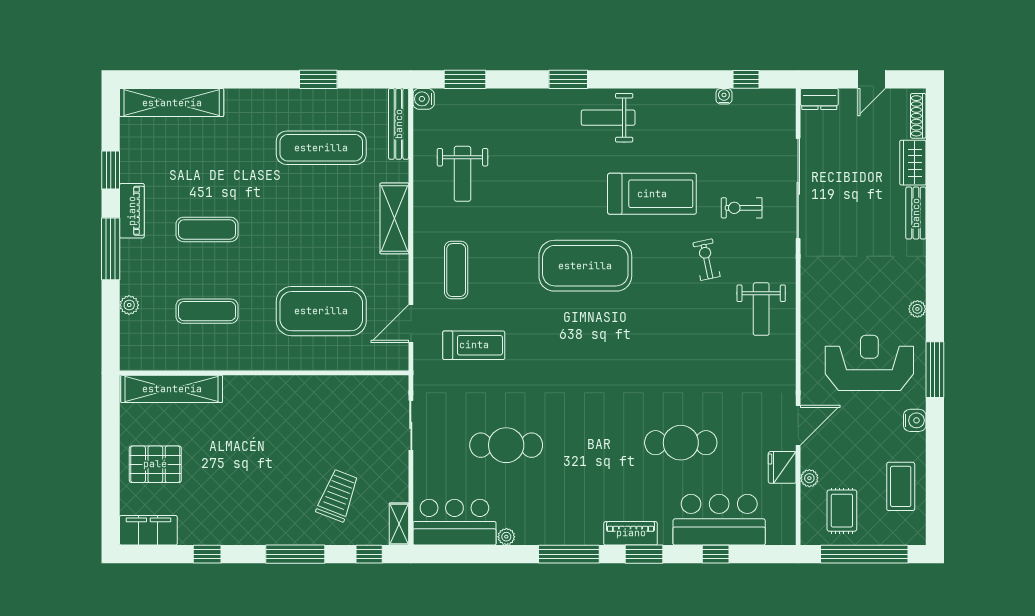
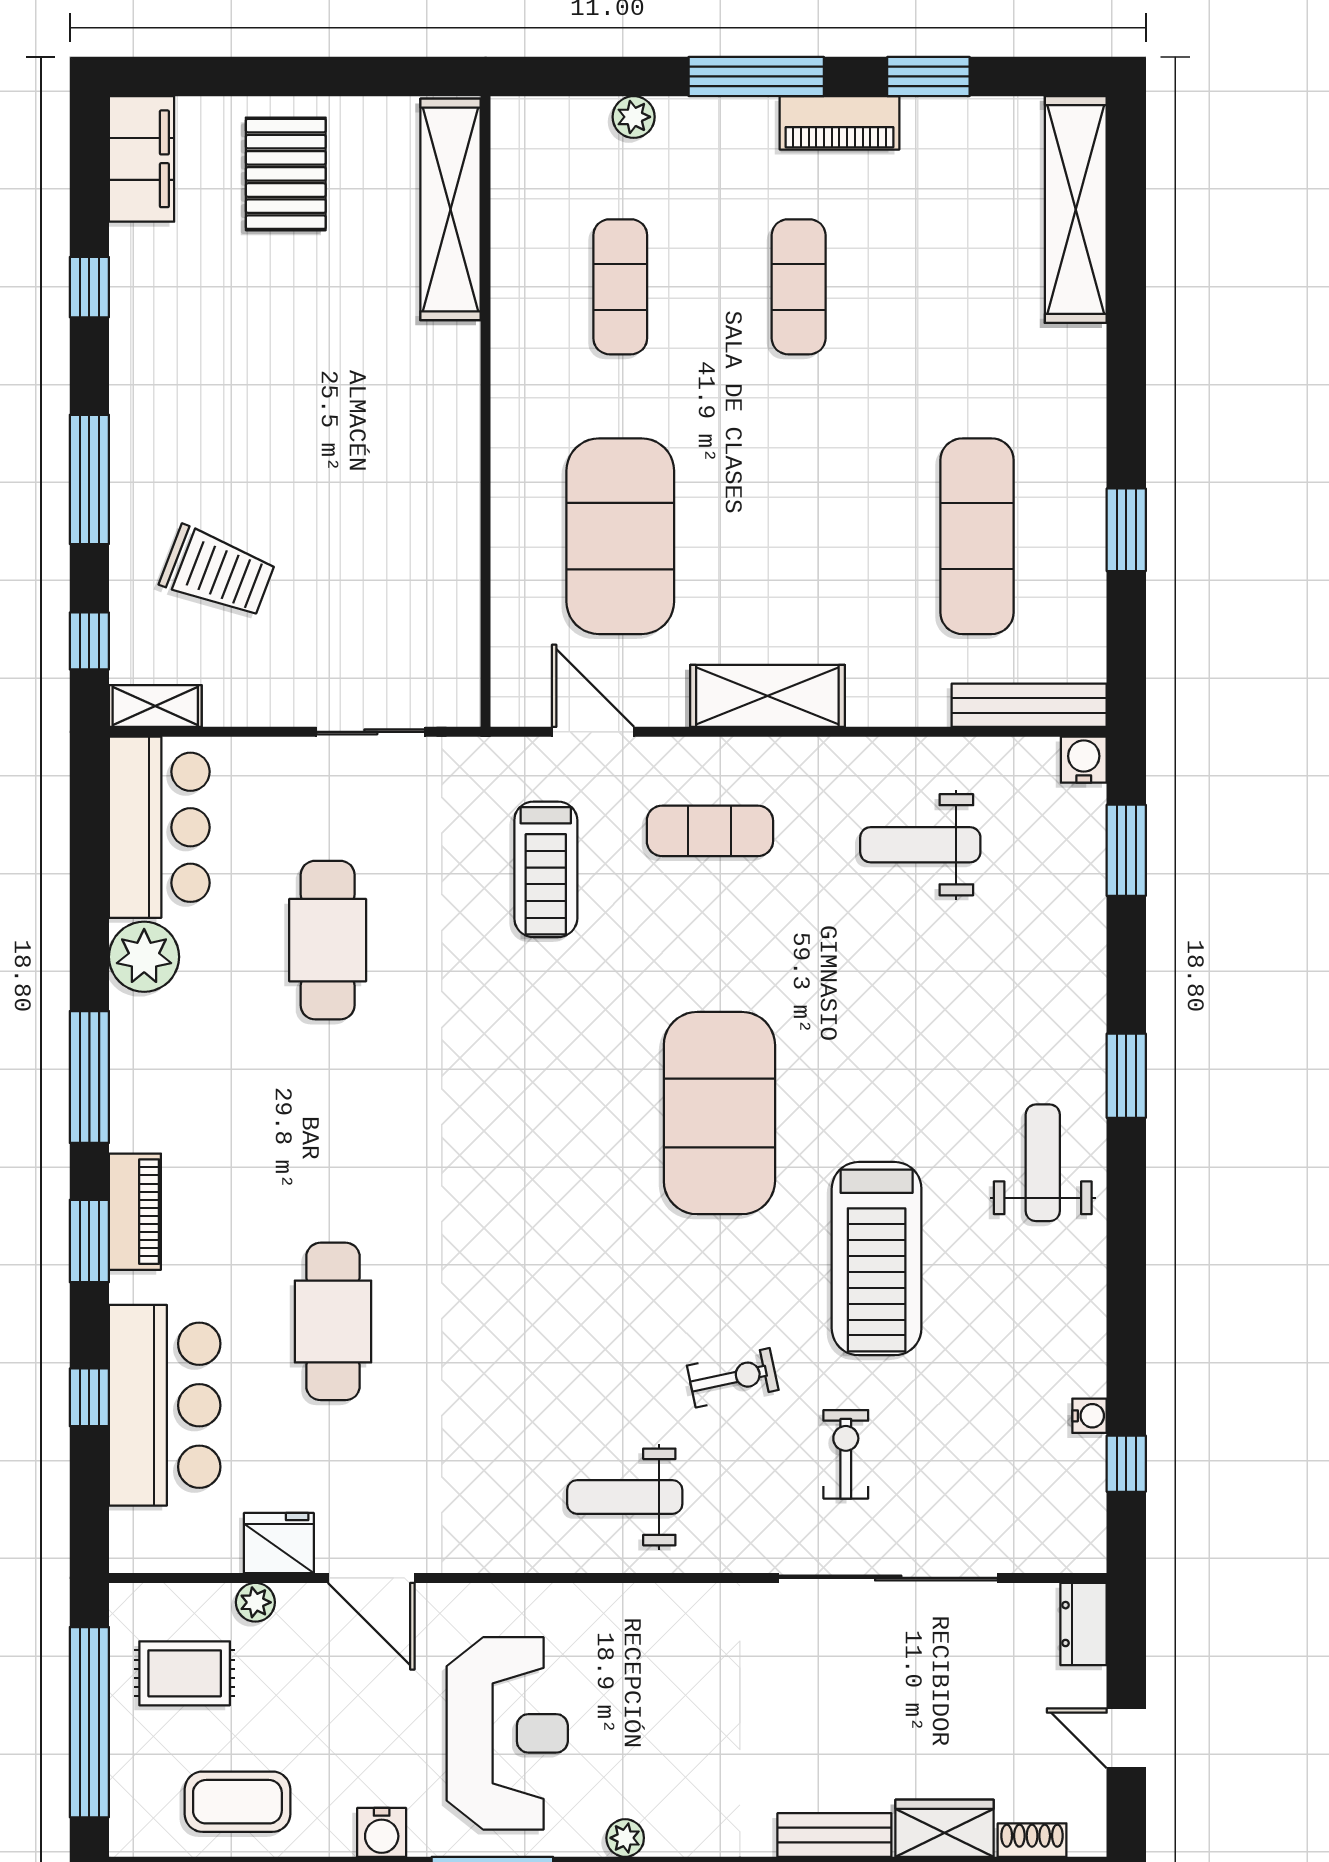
shoe rack: (918, 116) -> (1032, 1840), width x0.70
shelving: (394, 218) -> (767, 696), moved
plant: (506, 537) -> (144, 957), width x1.88, depth x1.88

